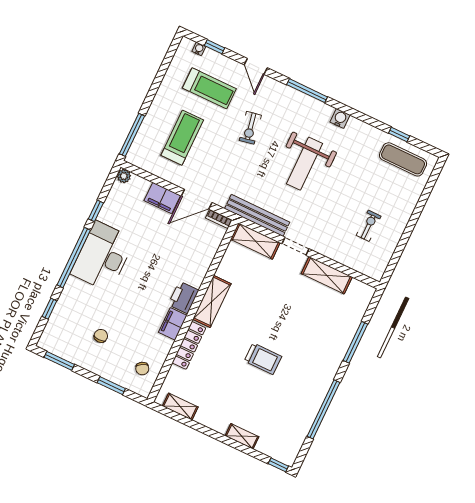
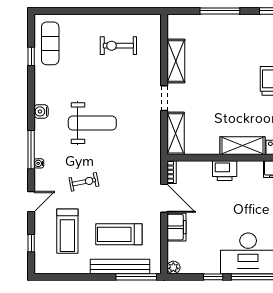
water cooler: (199, 49) -> (39, 163), moved
treadmill: (209, 88) -> (67, 231), turned 180
bench: (257, 215) -> (120, 267), moved, turned 90
exercise bike: (369, 226) -> (118, 46), width x1.38, depth x1.39
printer: (183, 297) -> (225, 171), moved

